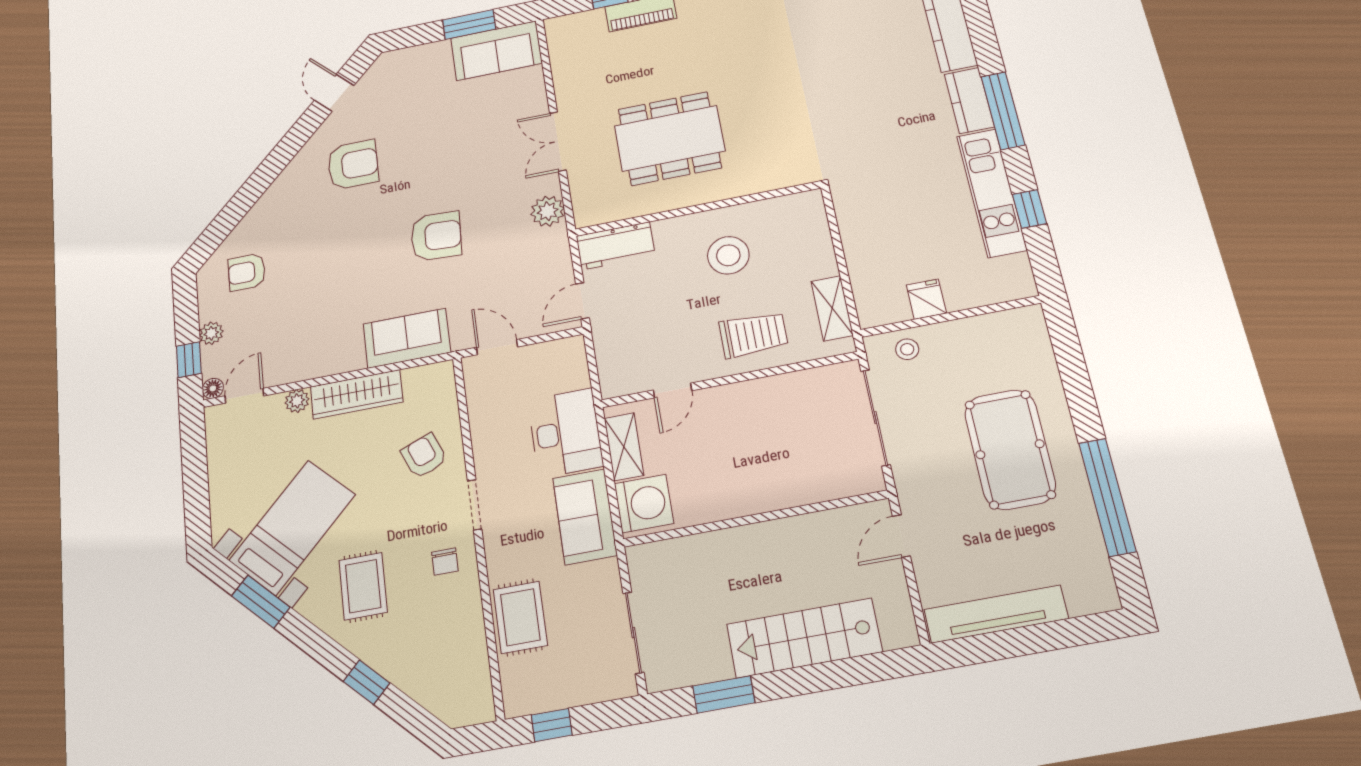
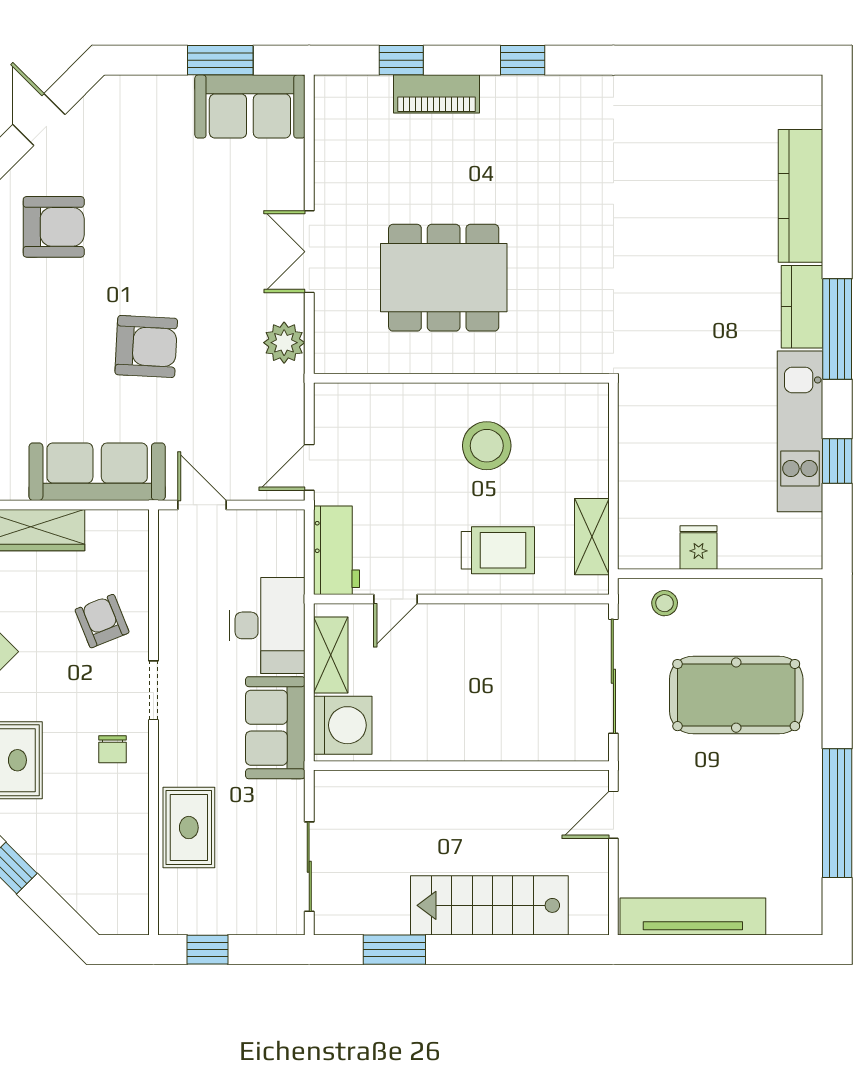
workbench: (615, 246) -> (336, 550), moved, turned -90
sofa: (407, 338) -> (97, 472), width x1.36
pool table: (1010, 449) -> (736, 695), moved, turned 90

